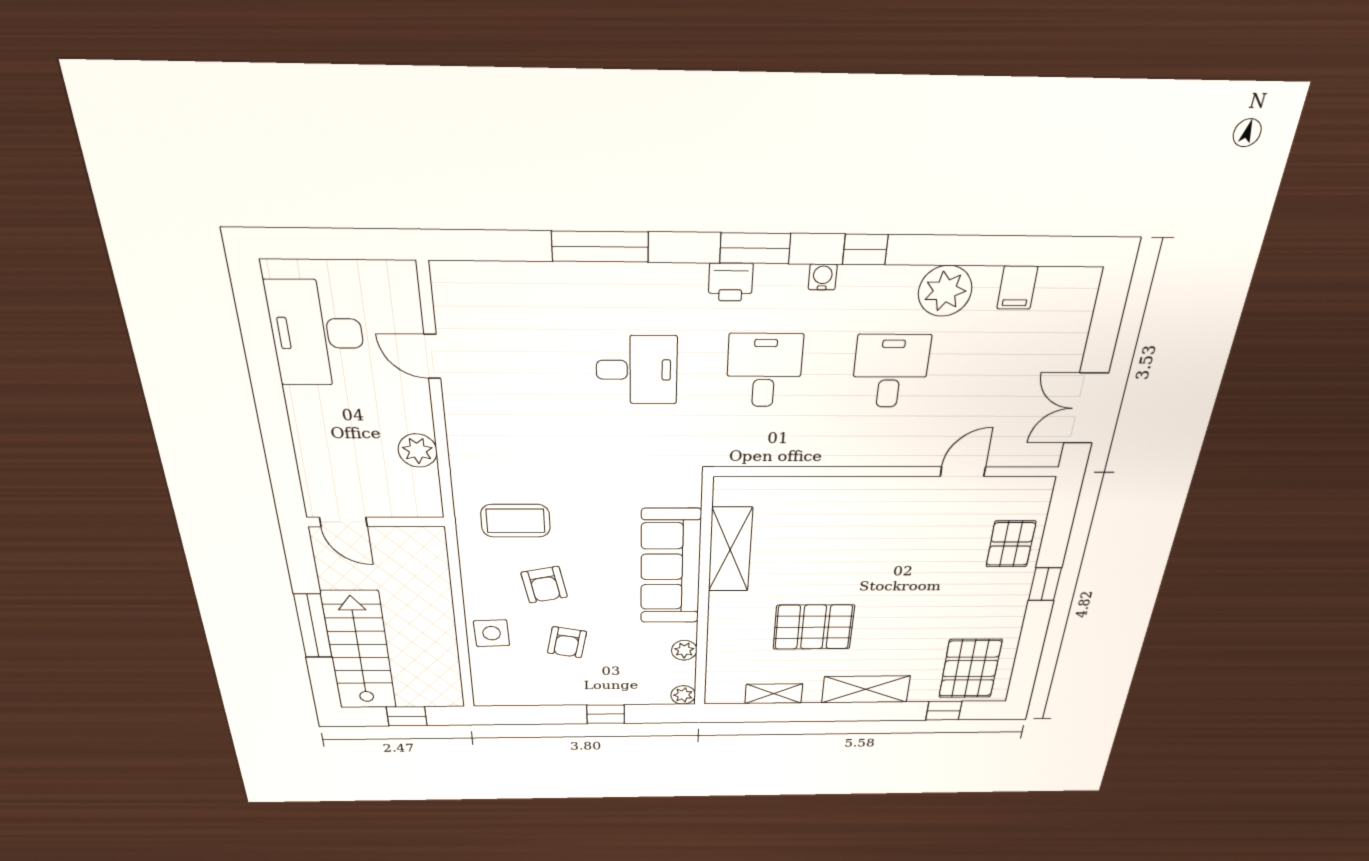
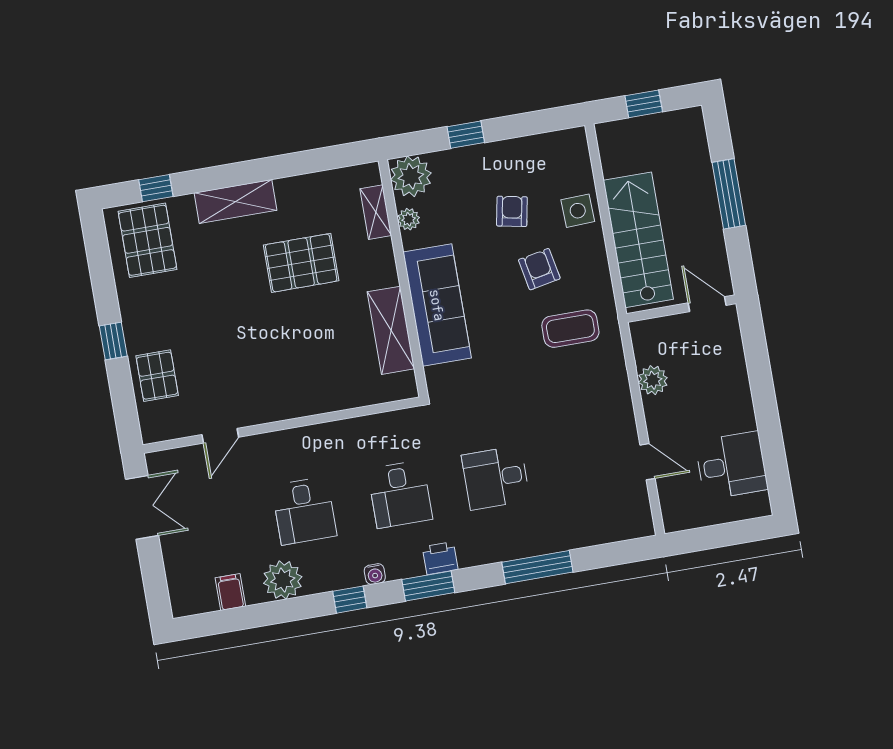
desk: (317, 333) -> (731, 465), width x0.73
stairs: (359, 651) -> (638, 240), moved, turned 180
shelving: (774, 694) -> (376, 212), moved, turned 90
plant: (683, 695) -> (411, 176), width x1.87, depth x1.87

